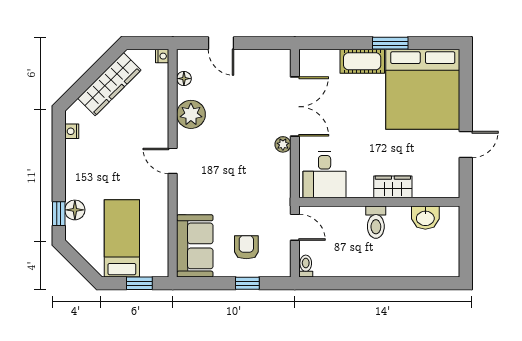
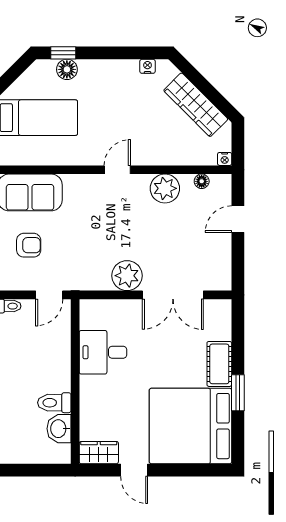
plant: (283, 144) -> (127, 276), width x1.87, depth x1.87
desk: (325, 175) -> (103, 352), moved
wardrobe: (393, 187) -> (99, 453), moved, turned -90
toilet: (376, 222) -> (54, 403), moved

